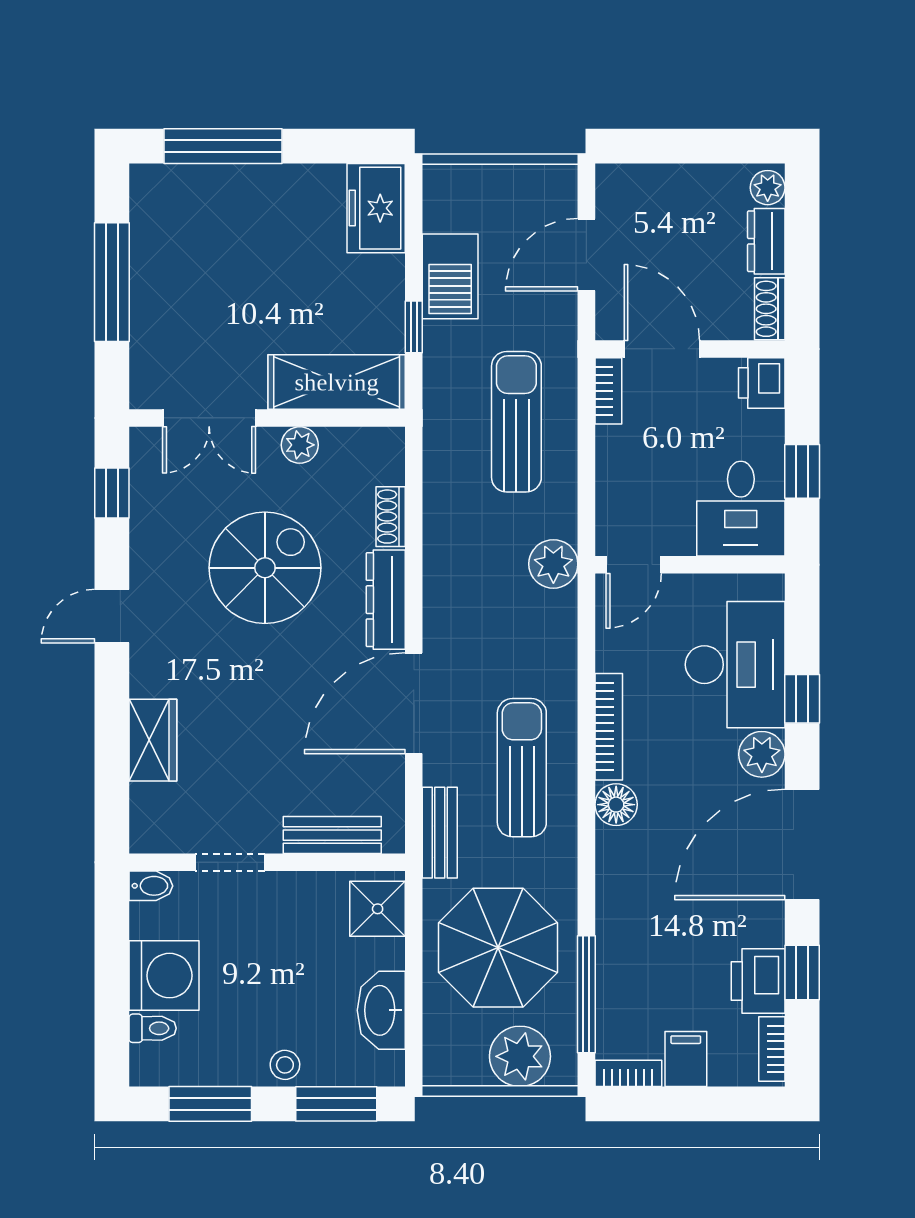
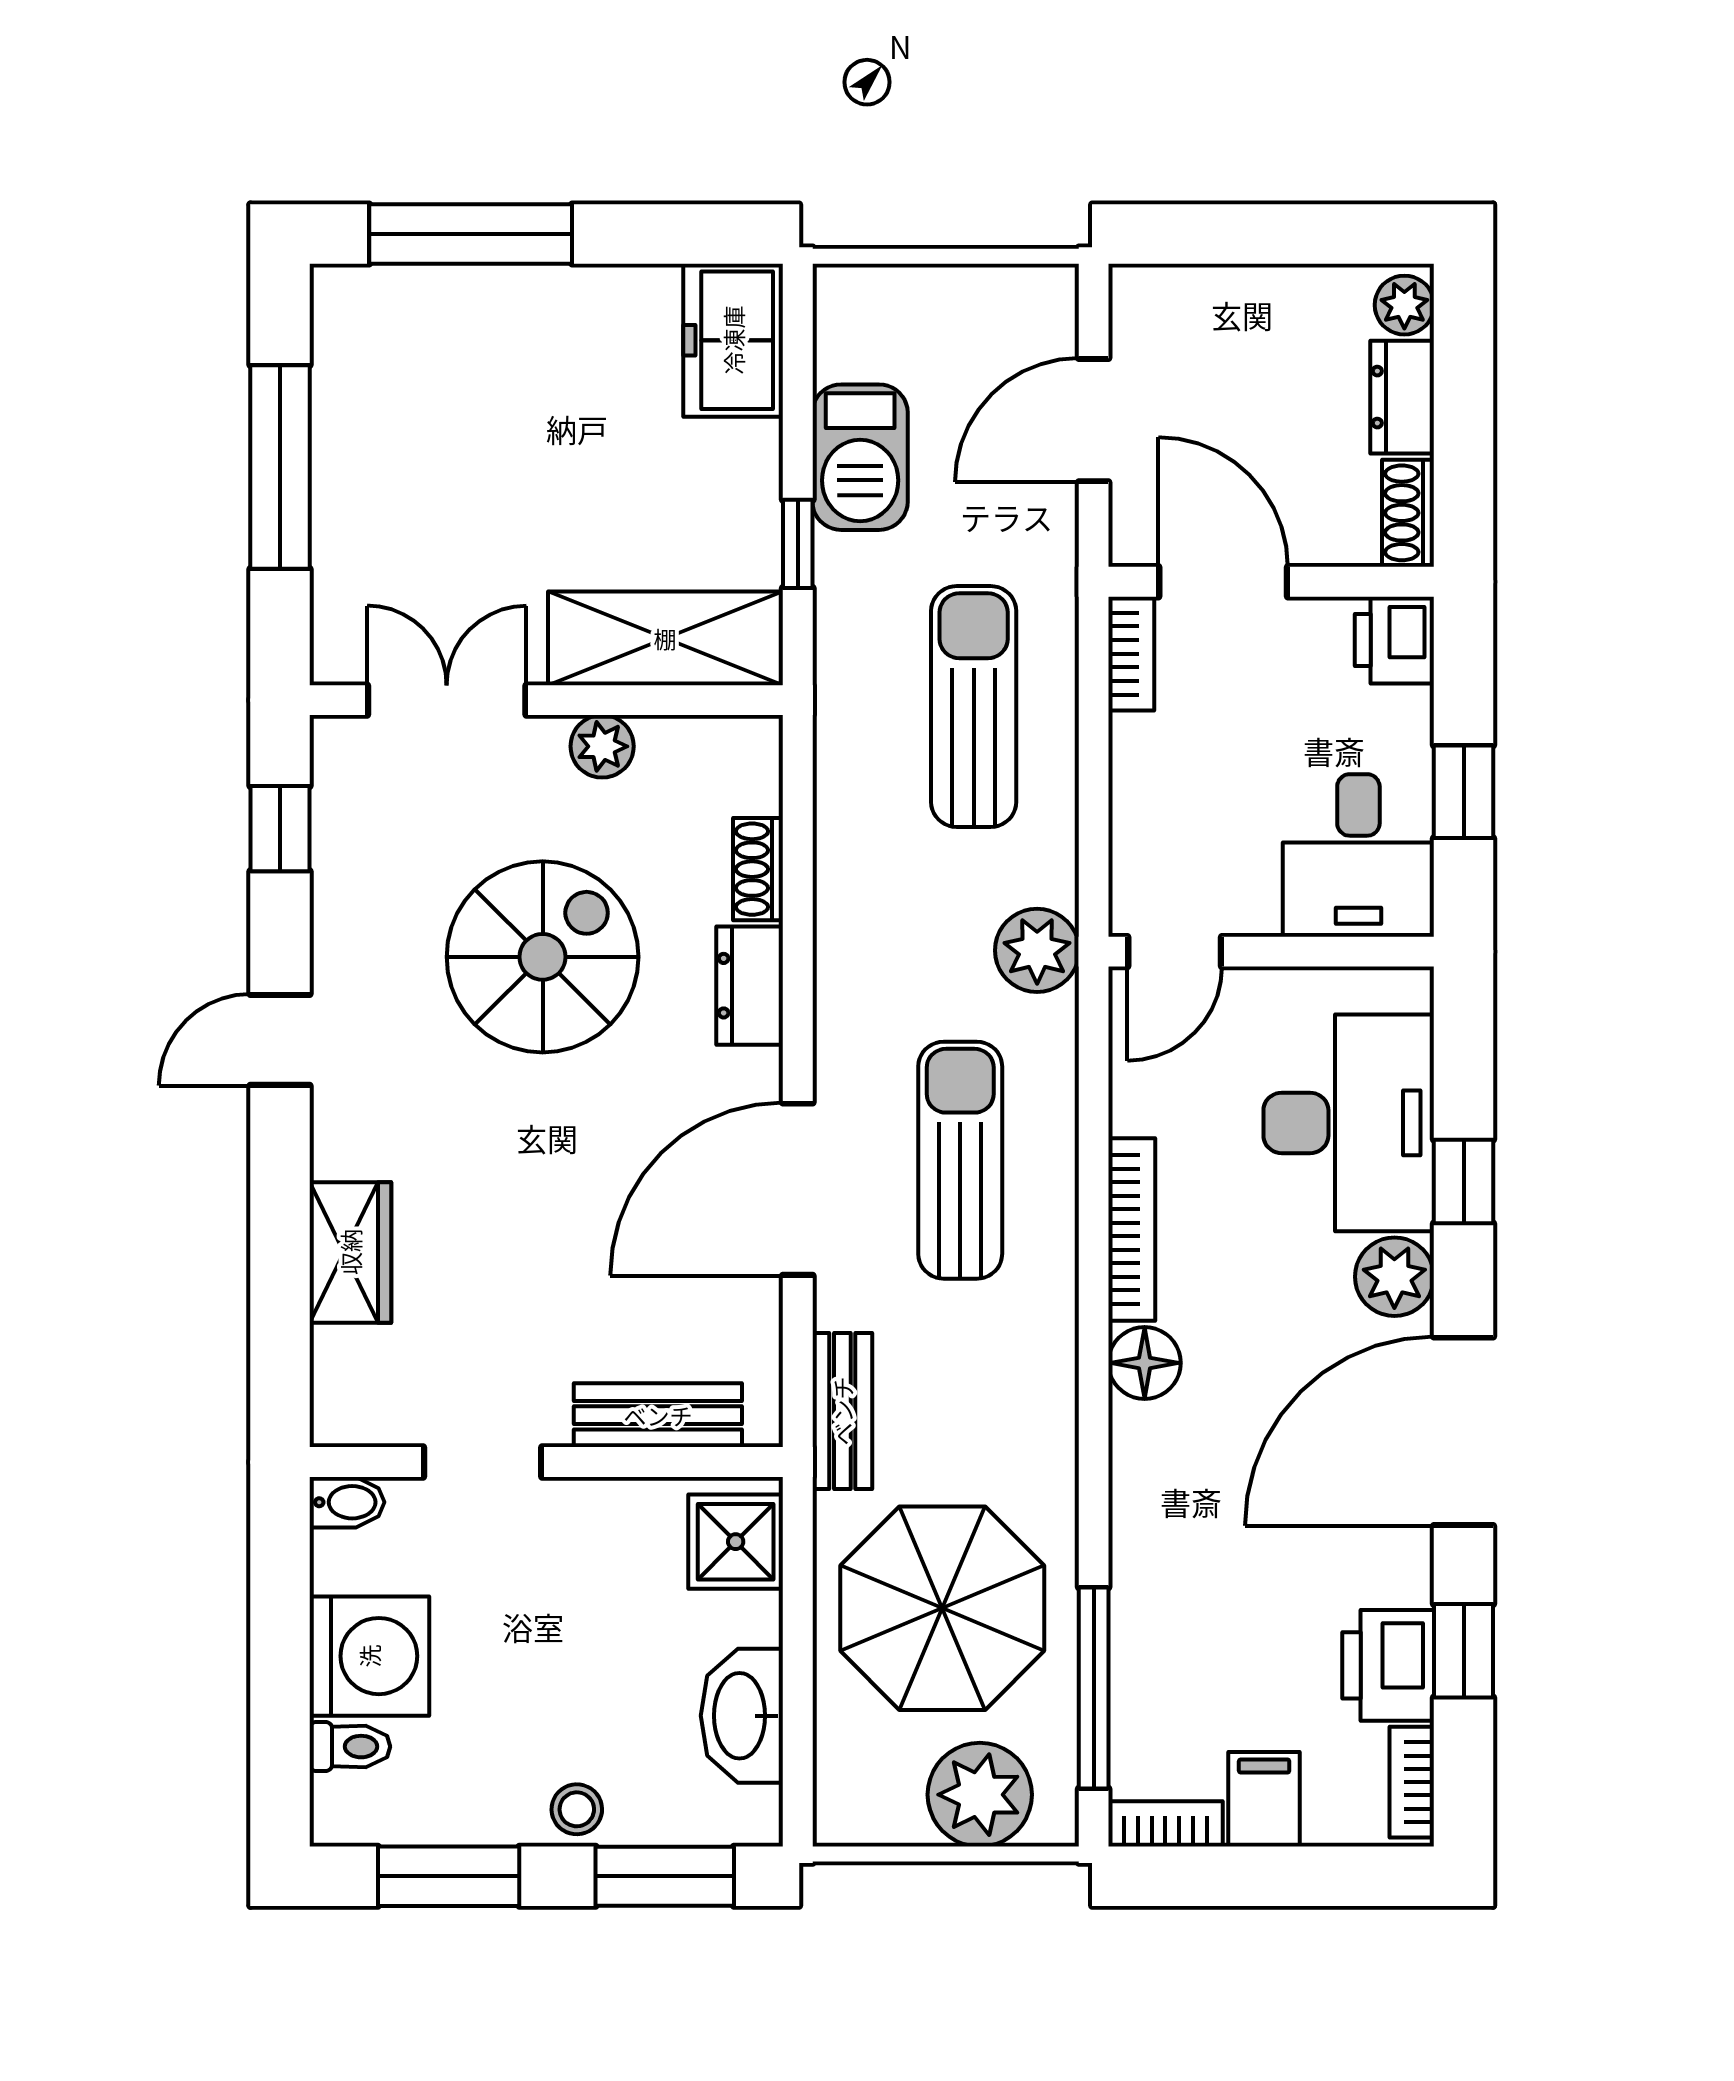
double door: (209, 418) -> (447, 700), swing flipped
dresser: (386, 600) -> (750, 986), width x0.70
sun lounger: (522, 768) -> (960, 1160), moved

